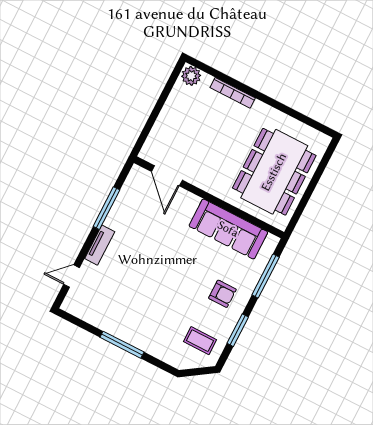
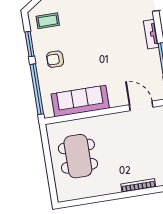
dining table: (274, 172) -> (78, 156), width x0.73, depth x0.80
window: (266, 276) -> (37, 89), width x1.46

